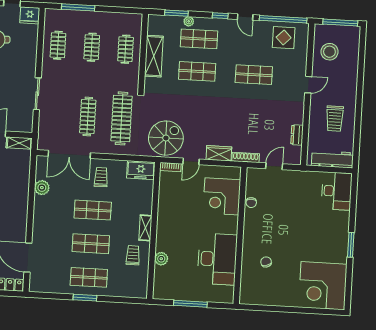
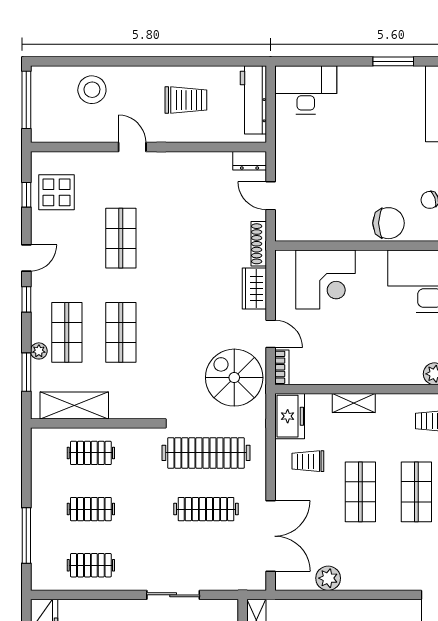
window: (283, 19) -> (26, 195), width x0.32
stool: (329, 52) -> (92, 90), moved
shelving: (154, 56) -> (74, 405), moved
dresser: (297, 135) -> (250, 161), moved
trolley: (101, 177) -> (308, 461), moved
chair: (251, 203) -> (388, 223), moved, width x1.87, depth x1.87
shelving: (145, 228) -> (354, 403), moved

